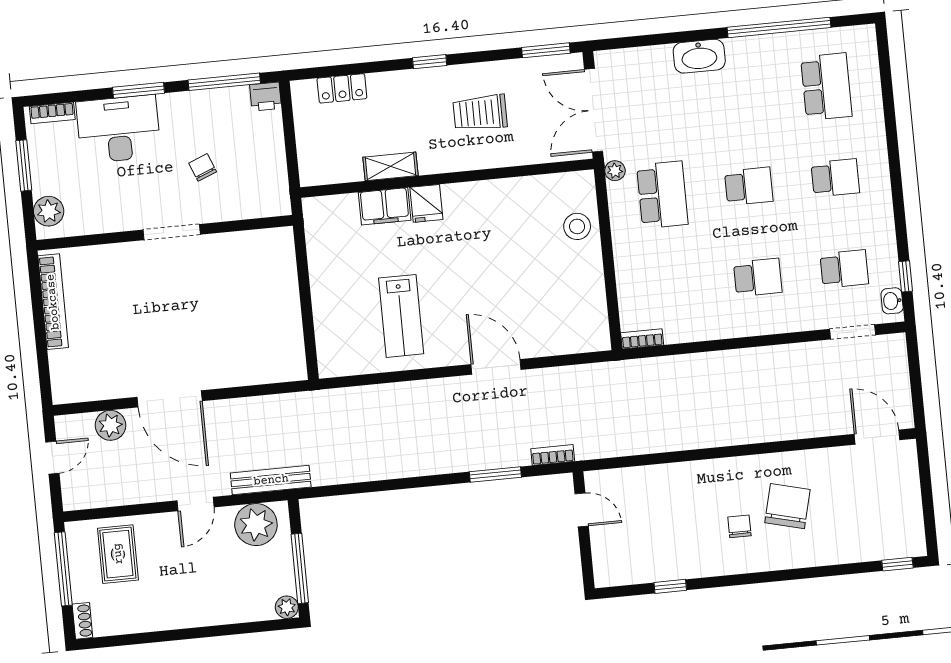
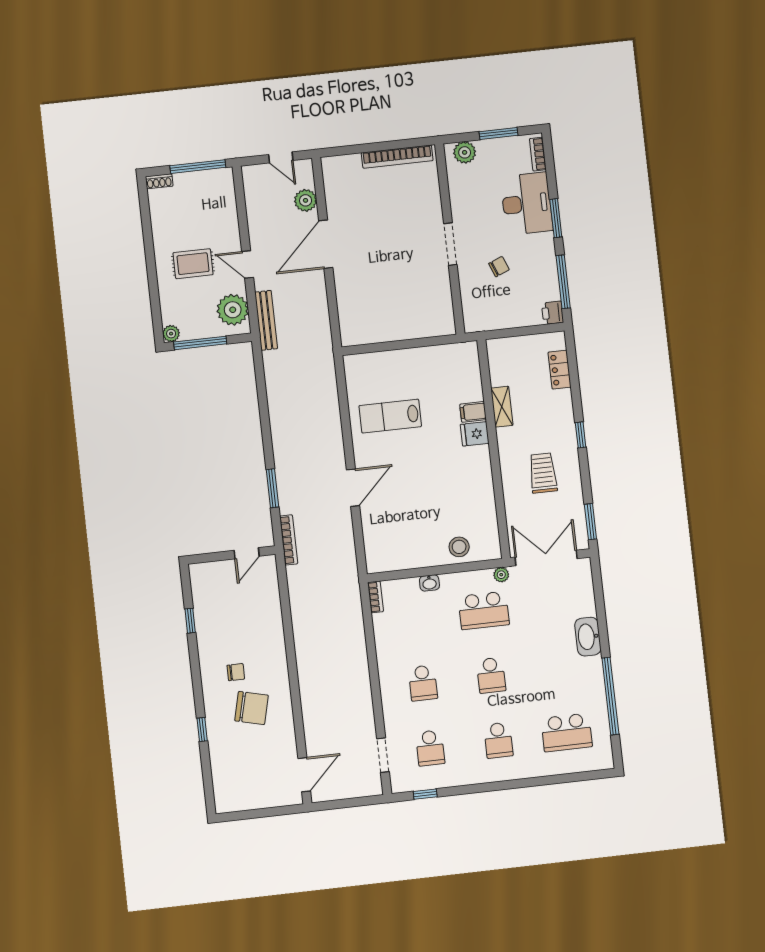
filing cabinet: (385, 206) -> (473, 412), width x0.50
washbasin: (892, 301) -> (429, 583), moved, turned 180
bookcase: (553, 455) -> (289, 540), width x1.56
rug: (118, 554) -> (193, 264), moved
window: (897, 564) -> (202, 730), moved

